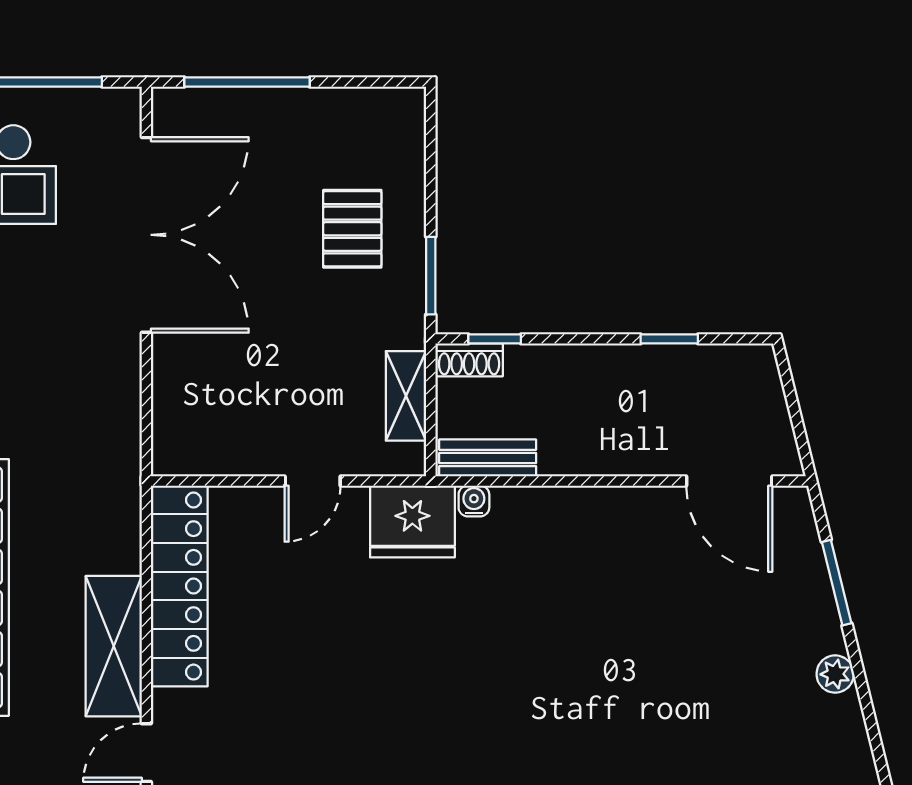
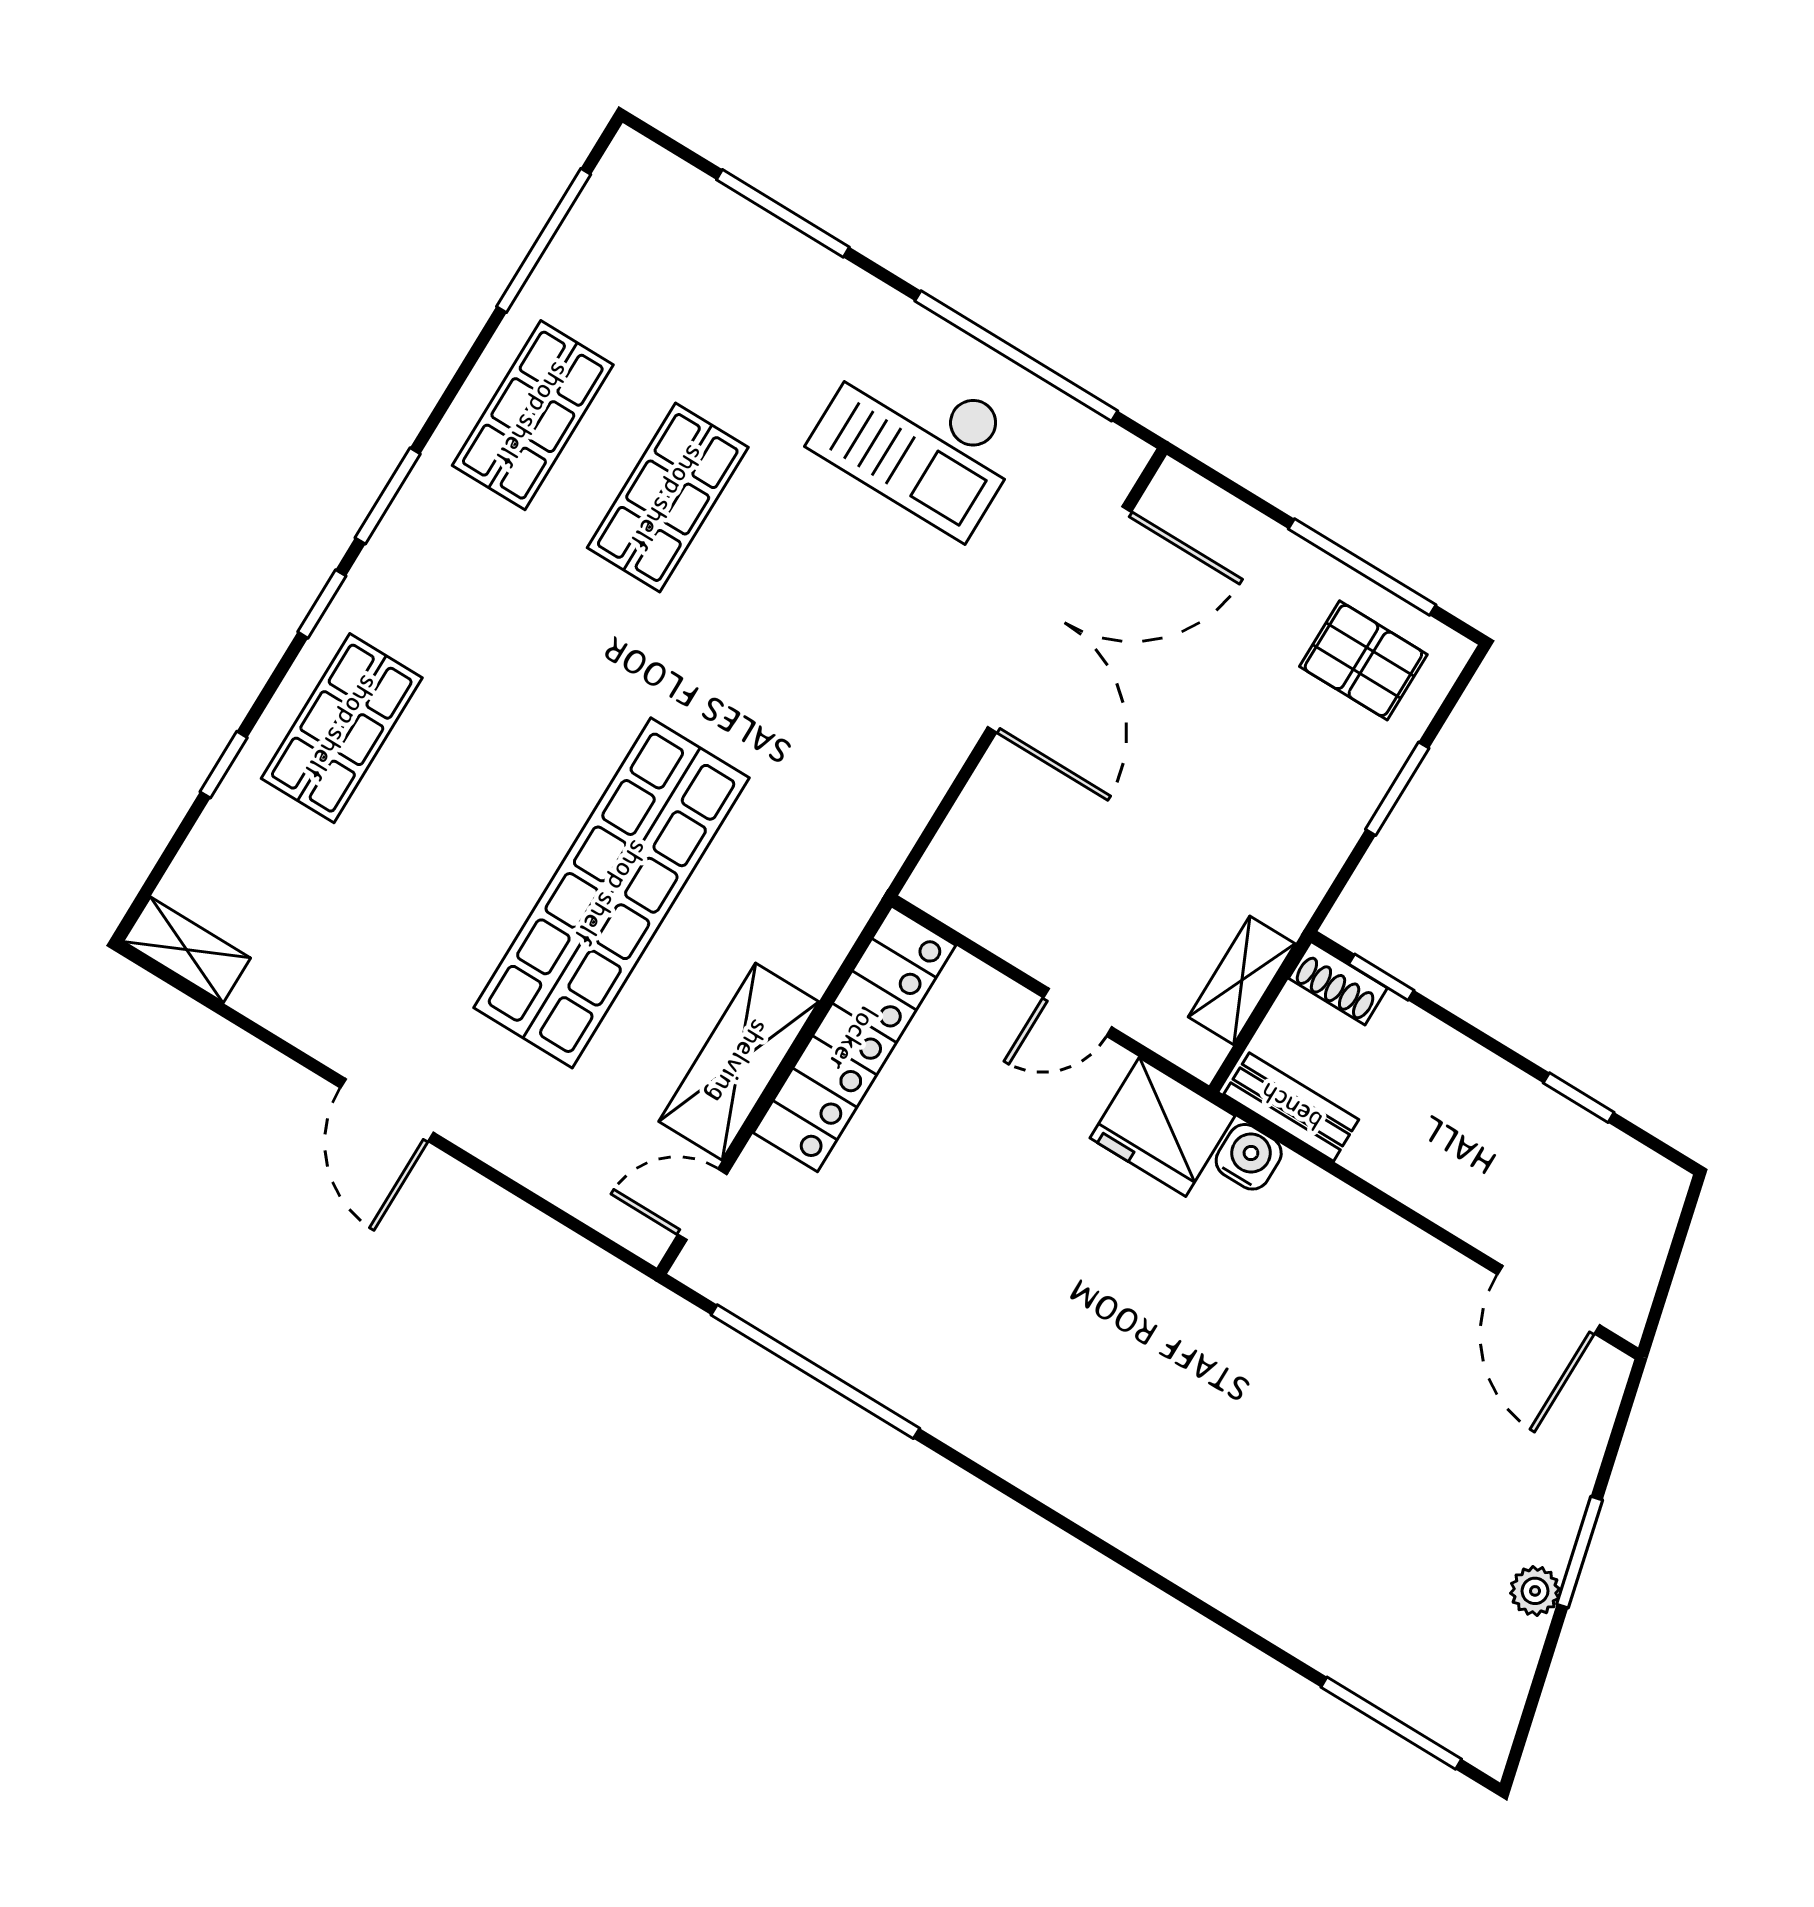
window: (247, 82) -> (1362, 567), moved
pallet: (352, 229) -> (1363, 660), moved, turned 90
window: (431, 276) -> (1397, 789), moved
water cooler: (474, 501) -> (1249, 1157), width x1.38, depth x1.38
window: (837, 583) -> (1580, 1552), moved

